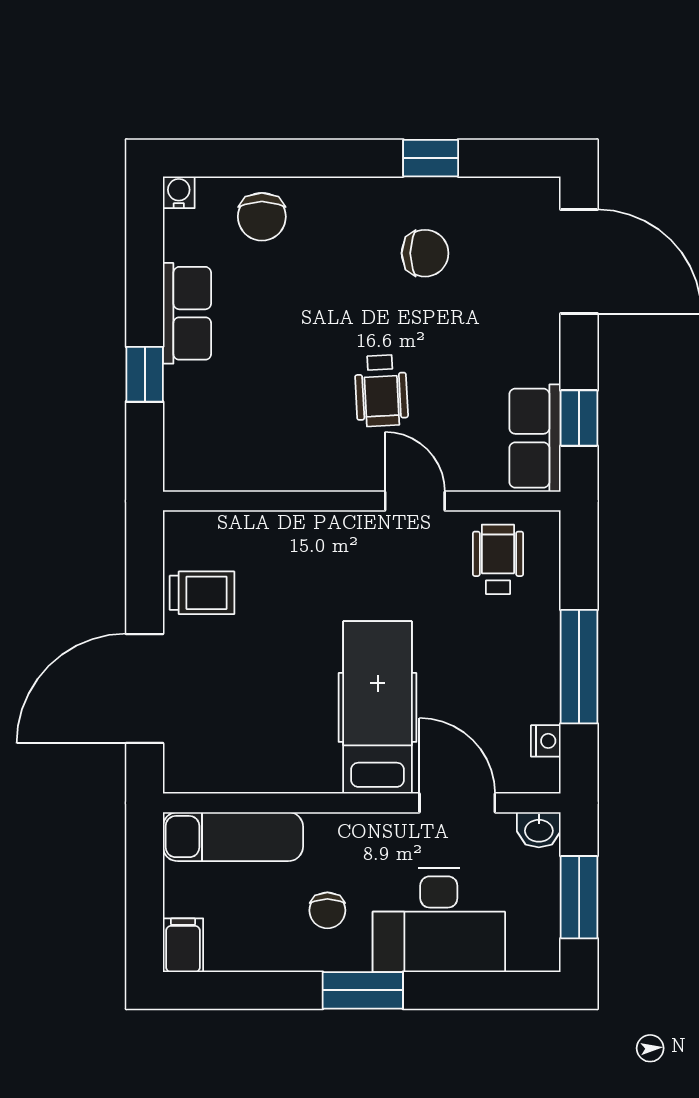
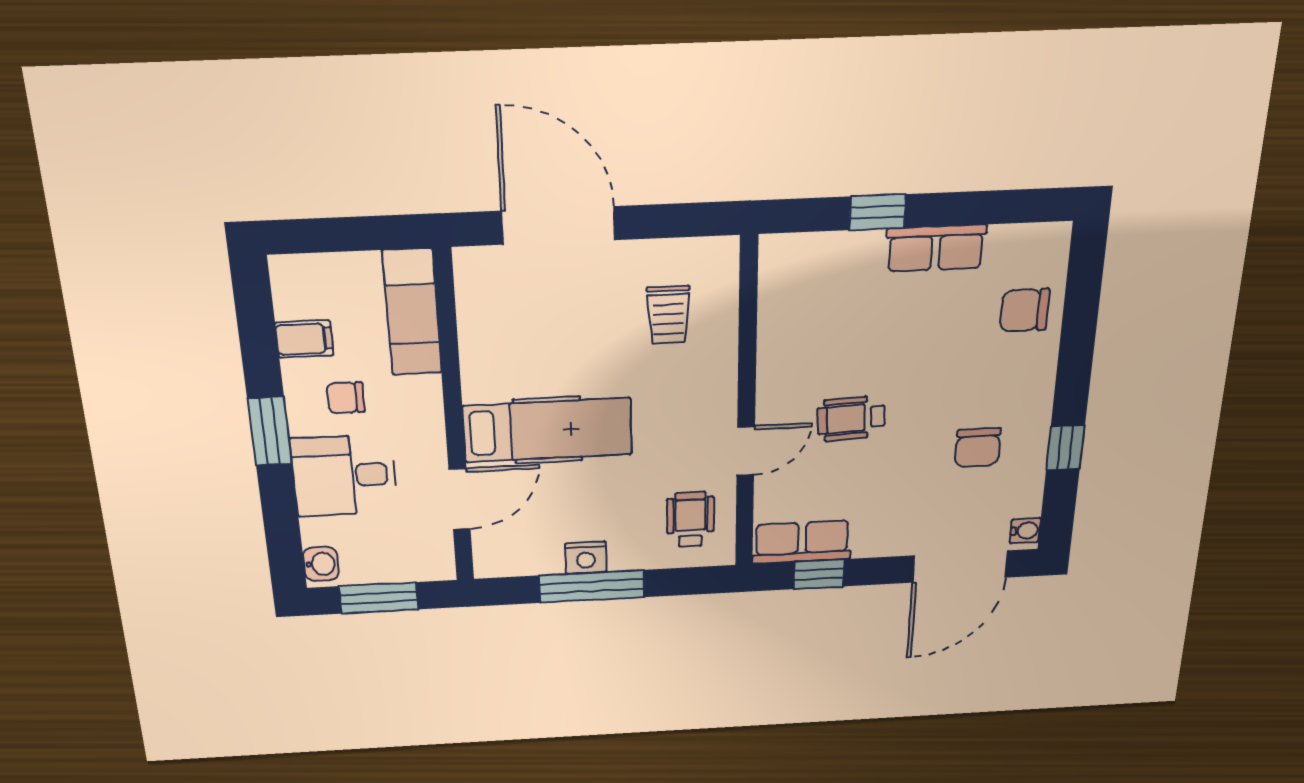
water cooler: (179, 192) -> (1025, 531), moved
wheelchair: (498, 559) -> (690, 519), turned -90
trolley: (202, 593) -> (668, 315), moved
nightstand: (546, 741) -> (586, 558), moved, width x1.39, depth x1.35
washbasin: (539, 830) -> (321, 564), moved, turned 180
desk: (439, 920) -> (344, 476), width x0.73
filing cabinet: (183, 945) -> (304, 339), moved

